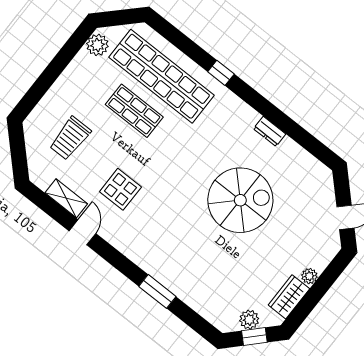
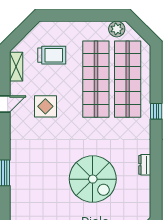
shop shelf: (134, 111) -> (96, 79), width x2.00, depth x1.36
trolley: (70, 138) -> (52, 55), turned 180
shelving: (66, 198) -> (16, 67), moved

